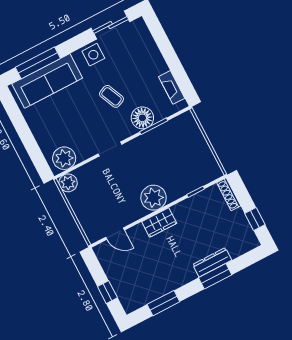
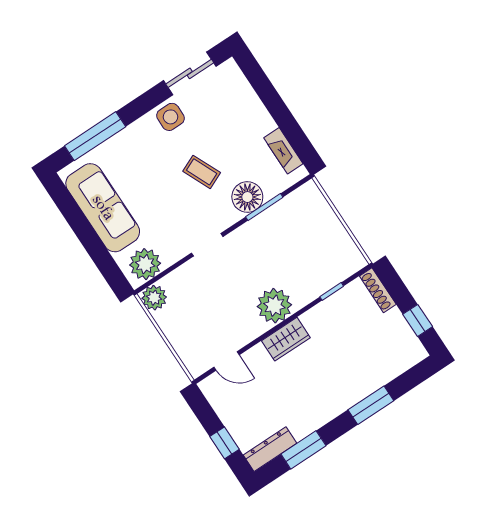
sofa: (47, 81) -> (103, 208), moved, turned -90
dresser: (212, 262) -> (270, 449), moved

